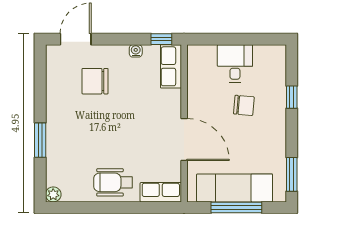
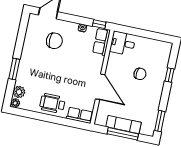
desk: (235, 63) -> (123, 43), moved, turned -90
chair: (95, 81) -> (54, 41), turned 180
plant: (56, 175) -> (19, 92), added
exam couch: (235, 188) -> (124, 125), width x0.73, depth x0.69

